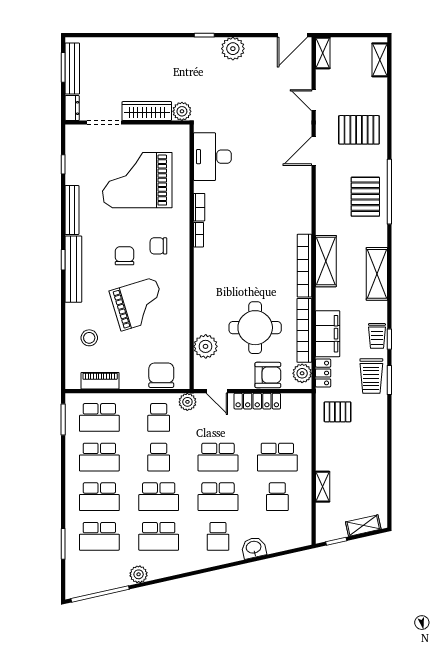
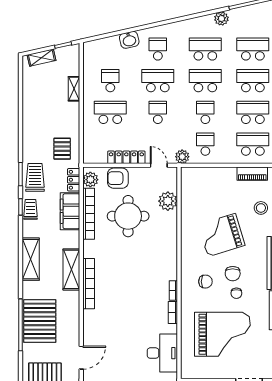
pallet: (365, 197) -> (40, 321), width x1.37, depth x1.41
bookcase: (304, 266) -> (89, 284), moved
chair: (161, 375) -> (236, 293), moved, width x0.54, depth x0.54
pallet: (338, 412) -> (62, 149), turned 90
school desk: (218, 457) -> (158, 112), width x0.54

